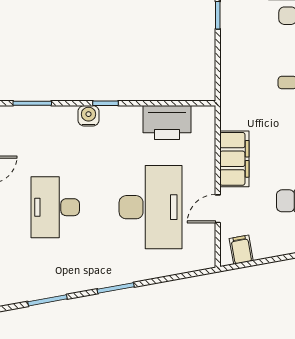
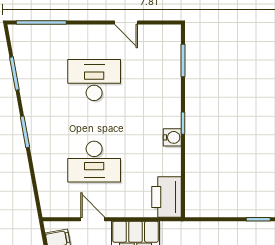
water cooler: (89, 116) -> (172, 137), moved
printer: (167, 123) -> (167, 197), moved
desk: (150, 207) -> (94, 162), width x0.73, depth x0.77

